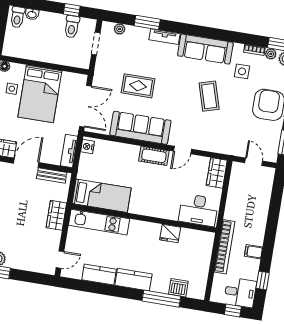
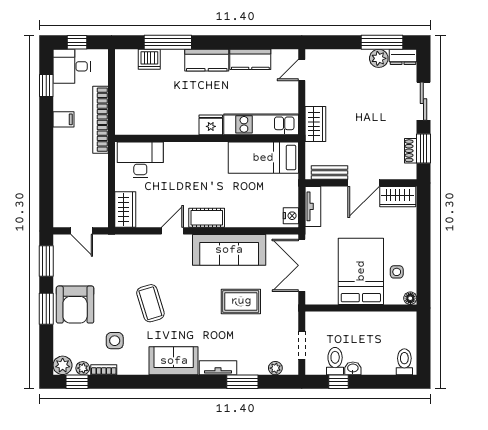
washbasin: (32, 14) -> (353, 368), moved
sofa: (205, 49) -> (174, 361), width x0.73
fridge: (170, 233) -> (211, 125), moved

